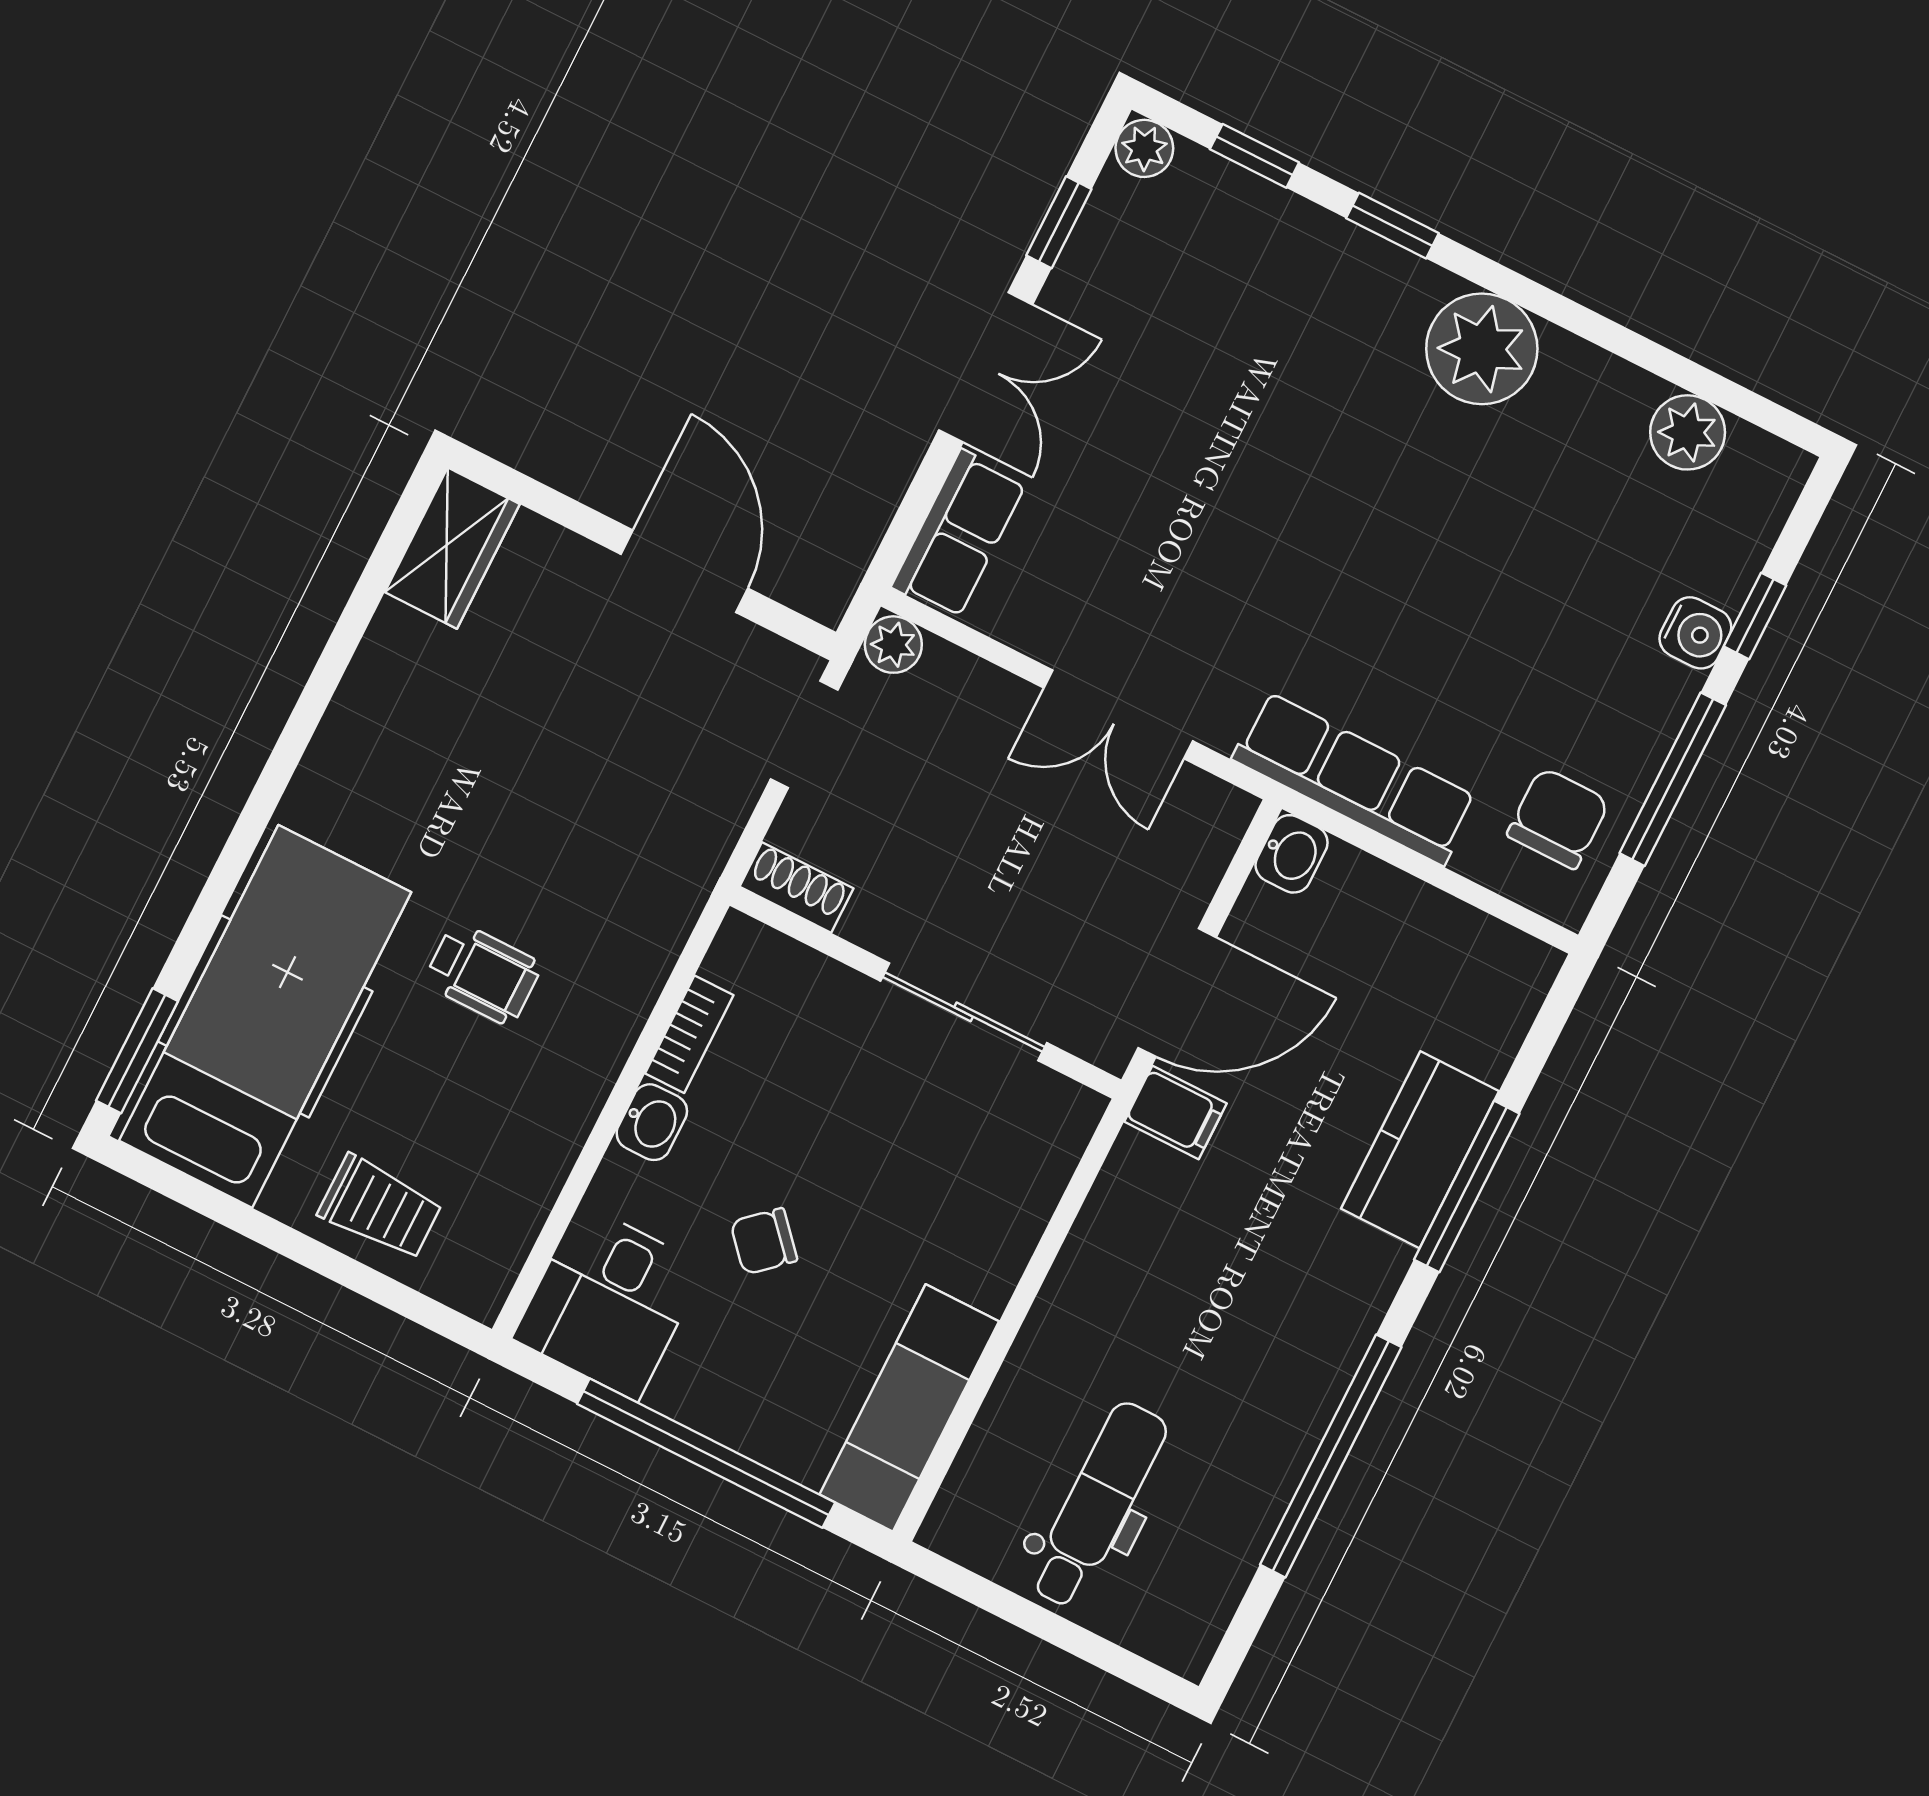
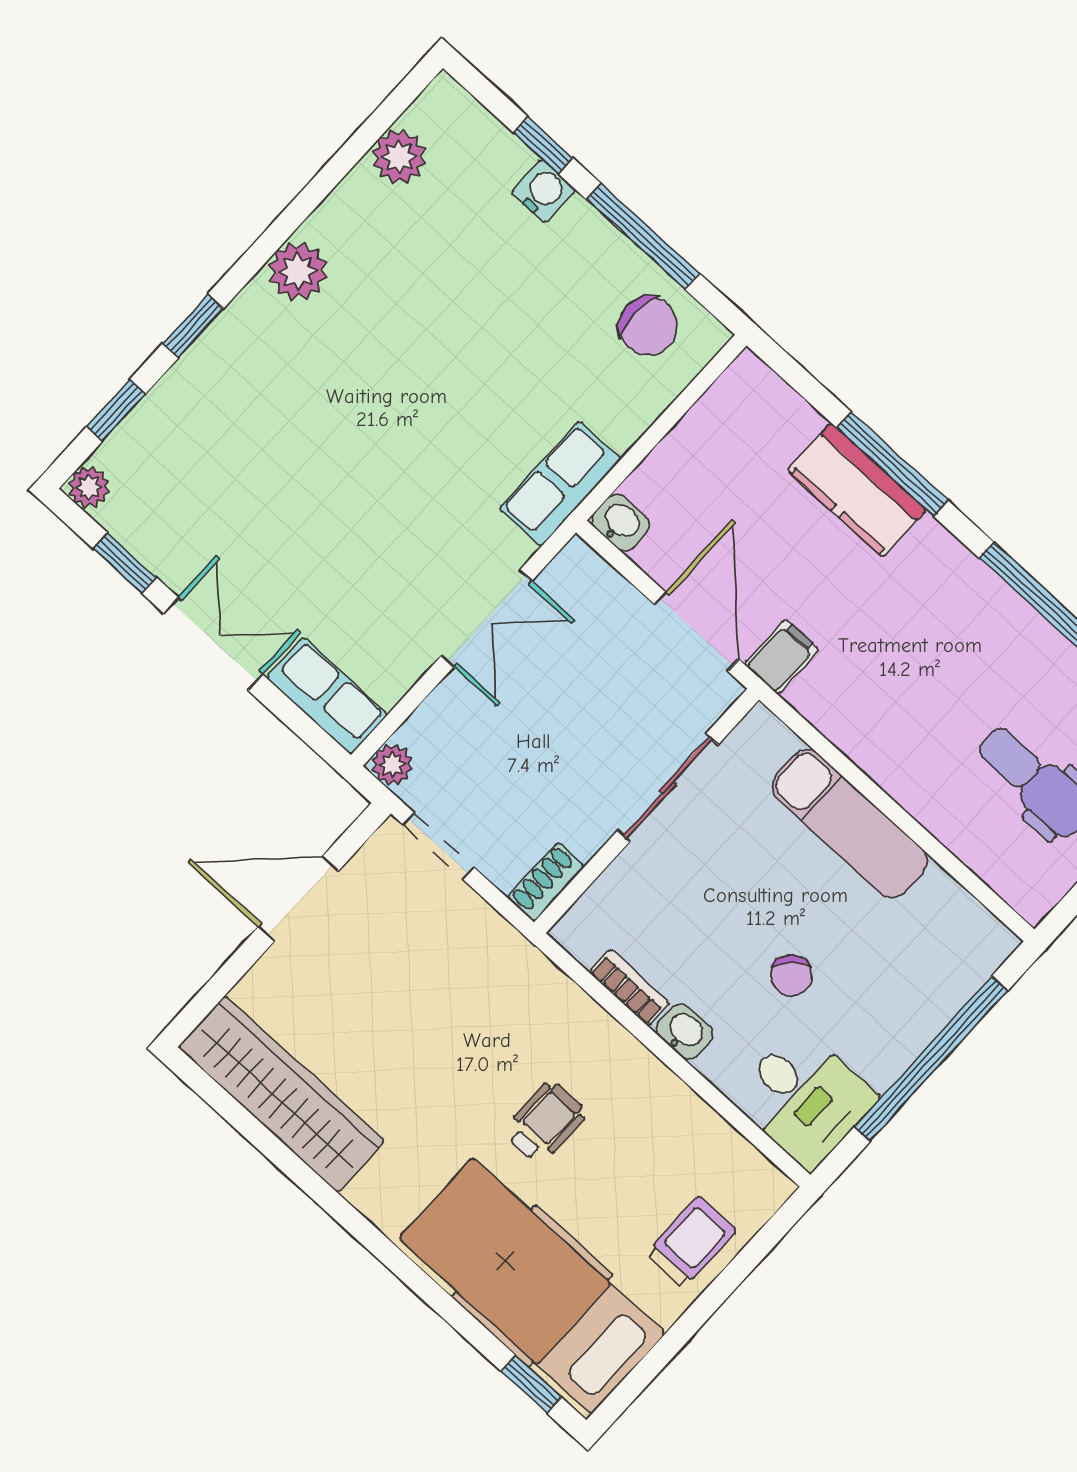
plant: (1482, 349) -> (298, 271), width x0.73, depth x0.73
wardrobe: (452, 548) -> (281, 1094), width x2.10, depth x1.17
row of seats: (1355, 779) -> (560, 484), width x0.68
chair: (1558, 818) -> (648, 326), turned 180
window: (137, 1051) -> (531, 1384), width x0.67
exam couch: (909, 1408) -> (850, 824), moved

